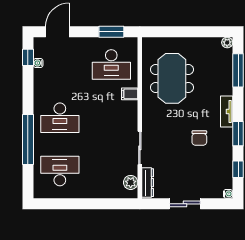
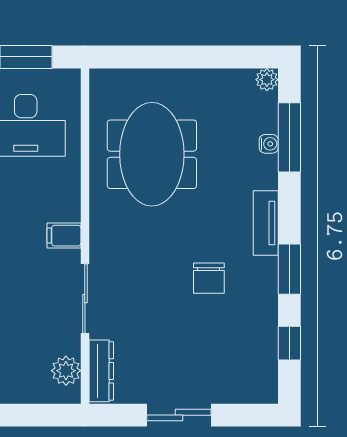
filing cabinet: (130, 94) -> (64, 236), moved
water cooler: (228, 194) -> (269, 144), moved

